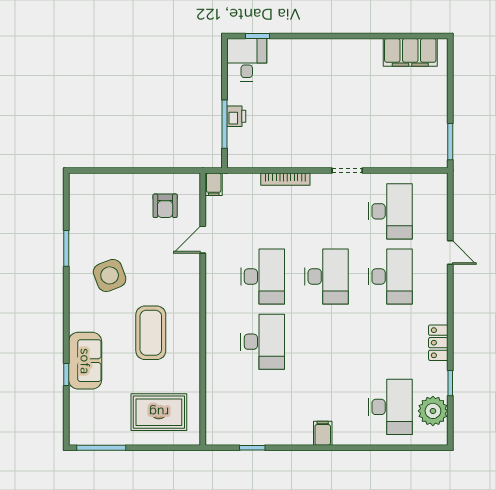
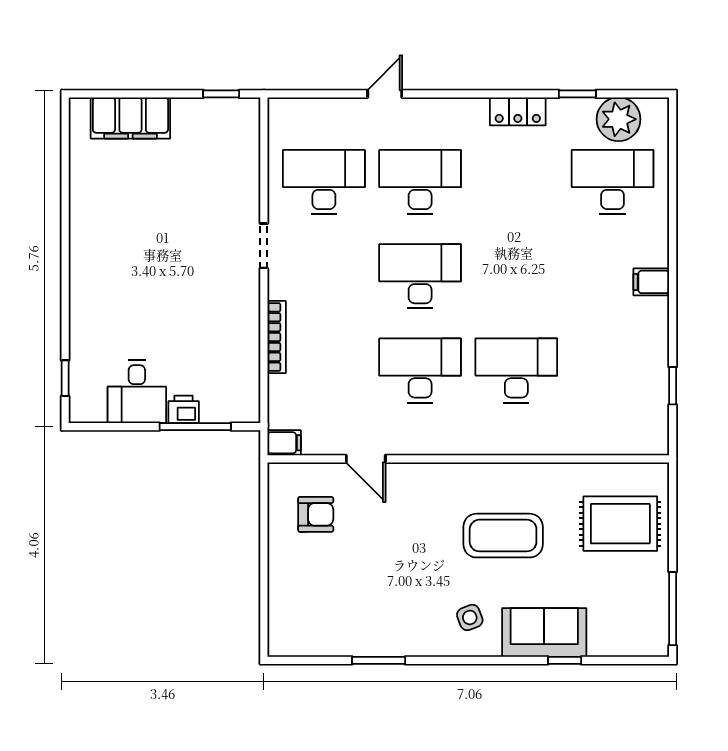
filing cabinet: (410, 52) -> (130, 118), moved, turned 90
desk: (247, 60) -> (137, 392), moved, turned -90
window: (450, 142) -> (221, 94), width x0.67
side table: (110, 275) -> (470, 617), moved, width x0.54, depth x0.54
rug: (159, 412) -> (620, 524), turned 90

